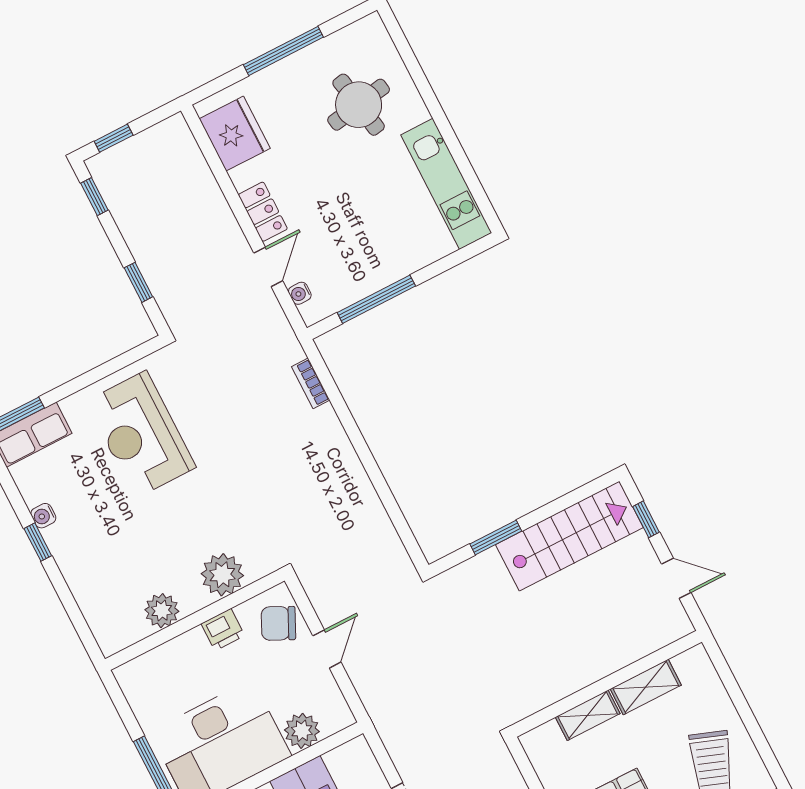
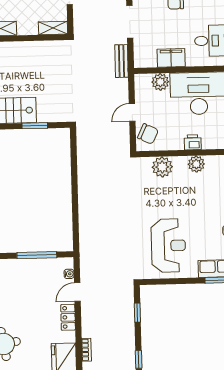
bookcase: (311, 383) -> (86, 350), moved
printer: (223, 630) -> (193, 142), moved
shelving: (588, 715) -> (53, 28), moved
bench: (392, 735) -> (122, 61), added

